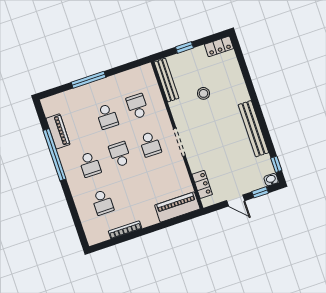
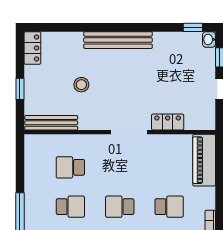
bench: (253, 129) -> (118, 40), moved
school desk: (150, 144) -> (169, 207), moved
locker: (202, 184) -> (168, 122), moved

